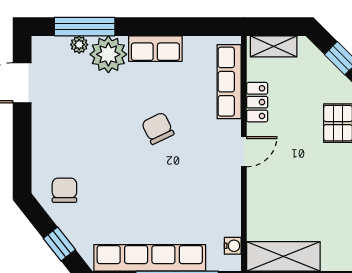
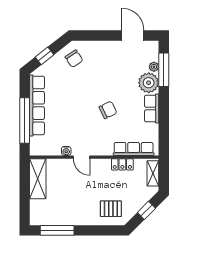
door: (244, 152) -> (82, 157), moved
chair: (64, 190) -> (74, 59), turned 56
water cooler: (233, 246) -> (66, 151), moved

